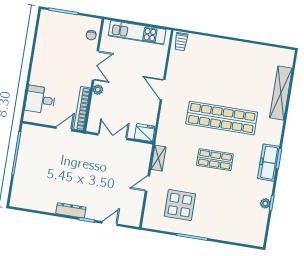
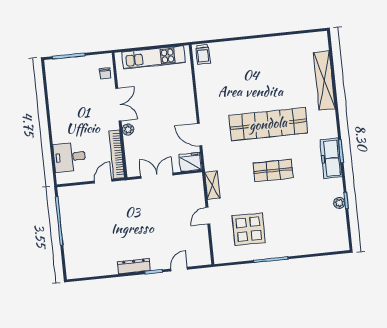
door: (163, 90) -> (200, 135), moved

